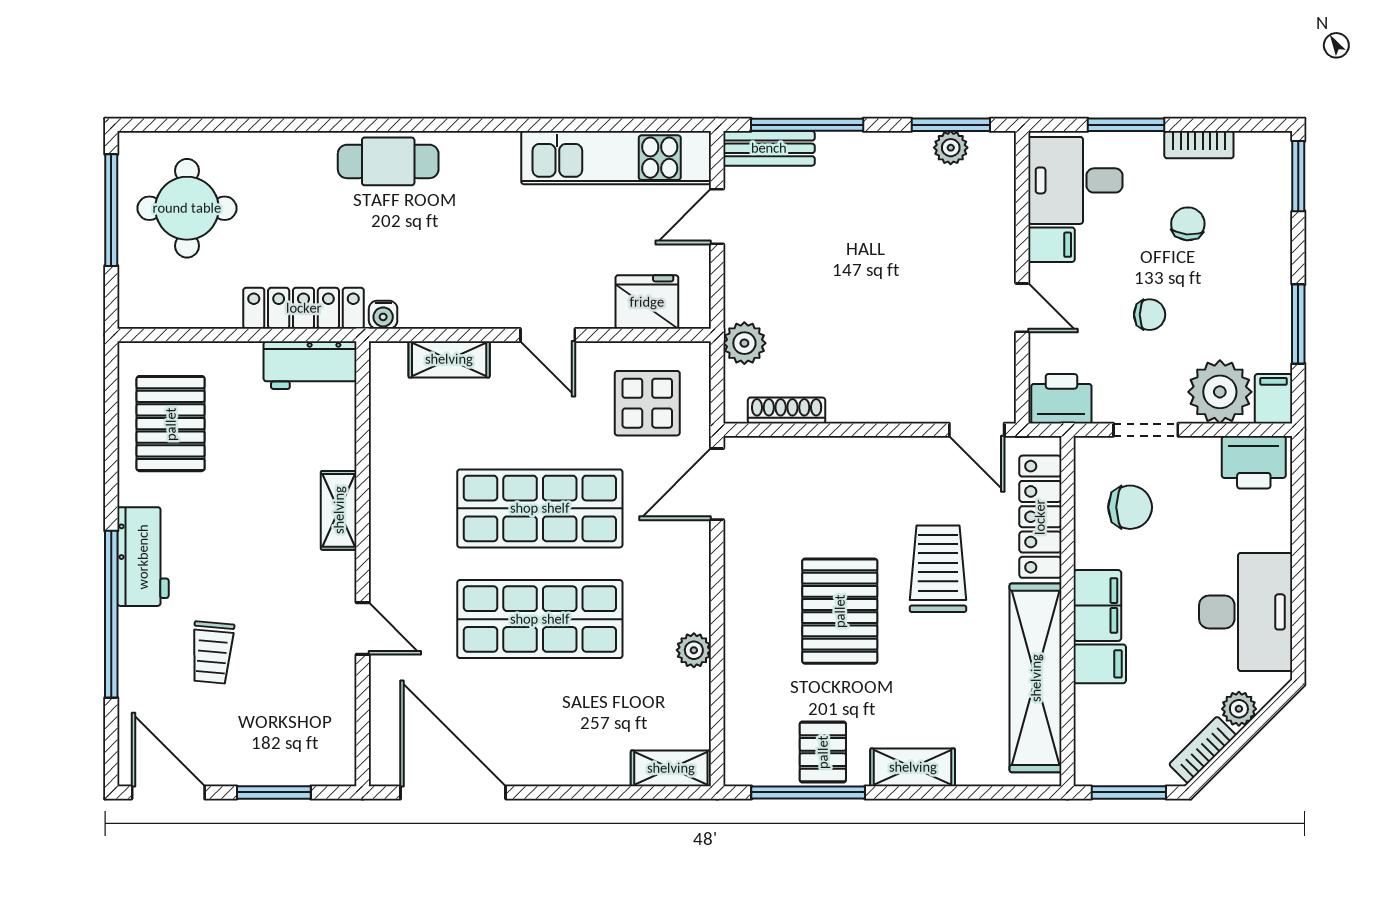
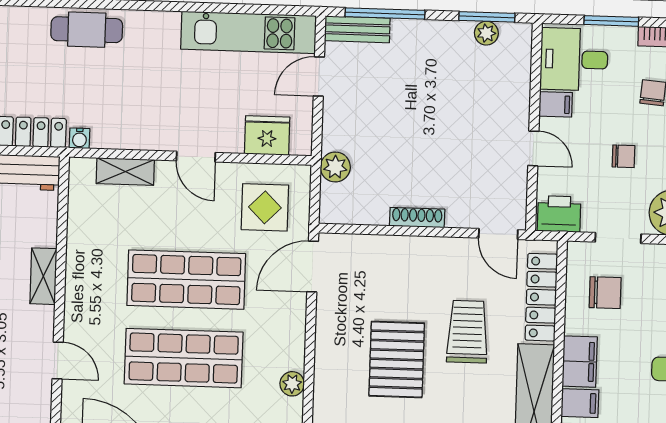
shoe rack: (787, 410) -> (417, 218), moved

